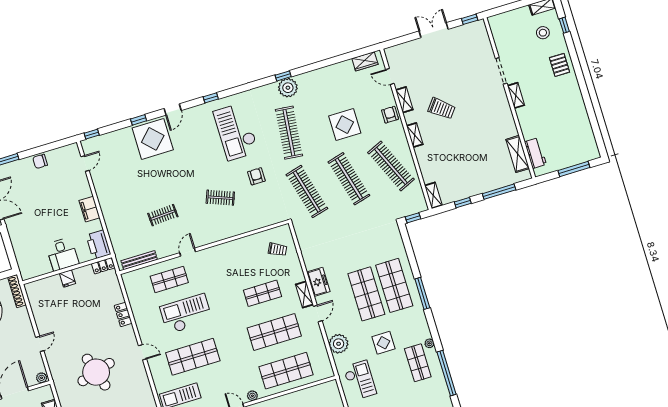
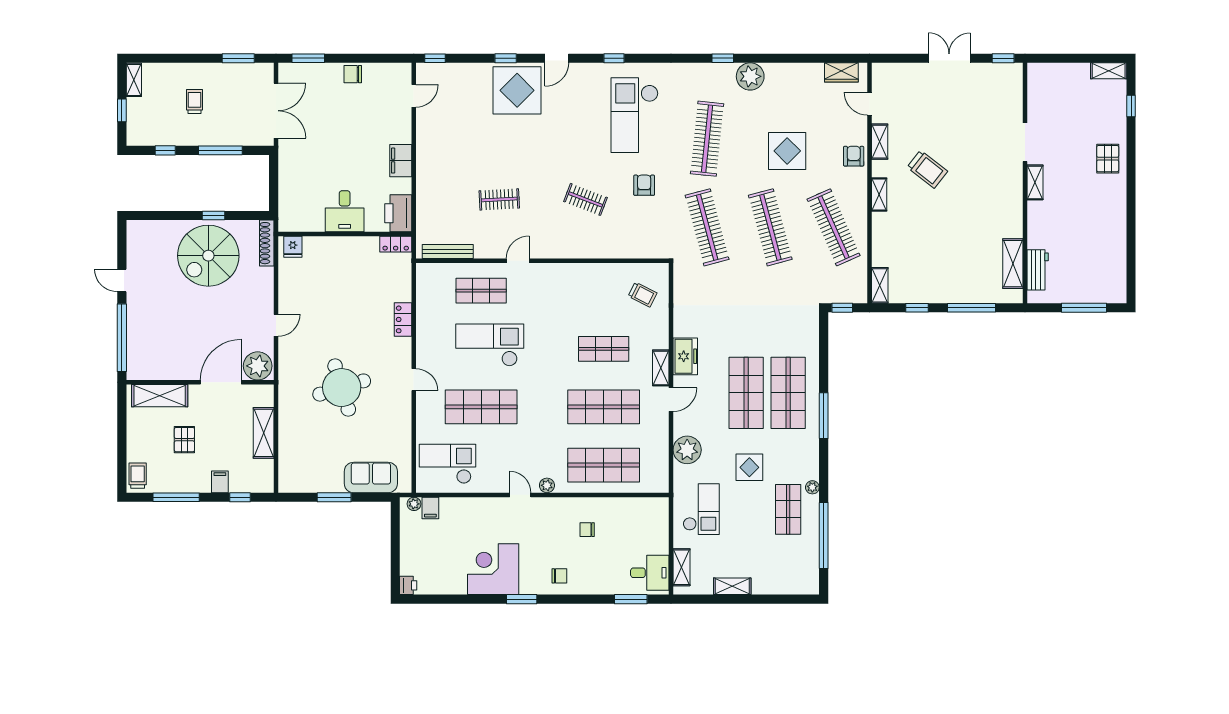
stool: (543, 33) -> (1098, 107), removed
plant: (288, 88) -> (750, 76), moved
fridge: (67, 278) -> (293, 247), moved
plant: (42, 378) -> (258, 366), width x1.88, depth x1.88

